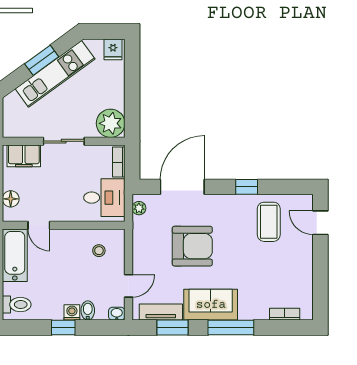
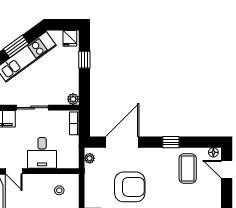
window: (132, 78) -> (84, 60), added
plant: (111, 123) -> (73, 99), width x0.53, depth x0.53
desk: (104, 198) -> (42, 153), moved, turned 90
floor lamp: (303, 200) -> (213, 152), added

